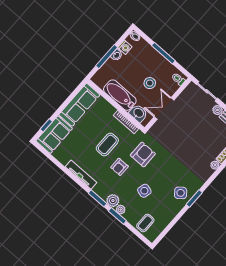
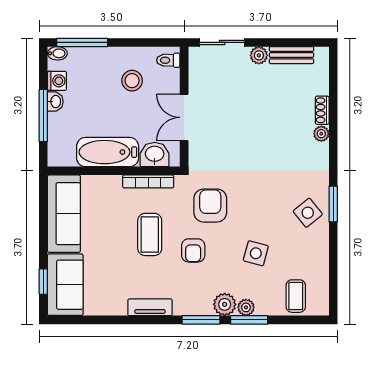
window: (163, 53) -> (82, 42), moved
stool: (150, 83) -> (132, 81), moved
tv unit: (81, 175) -> (150, 307), width x0.71

